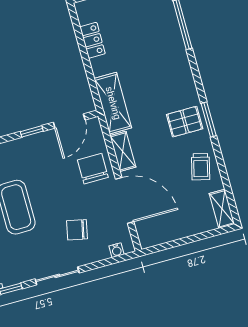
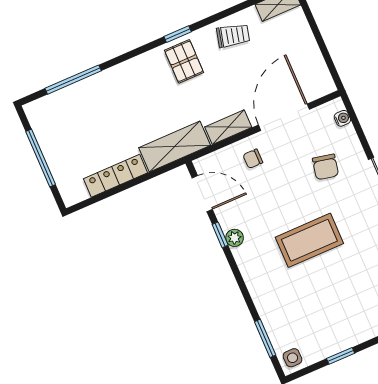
locker: (93, 40) -> (116, 176), width x1.53
window: (209, 119) -> (178, 34), width x0.67
plant: (27, 143) -> (235, 238), added
chair: (93, 169) -> (253, 159), width x0.54, depth x0.54

